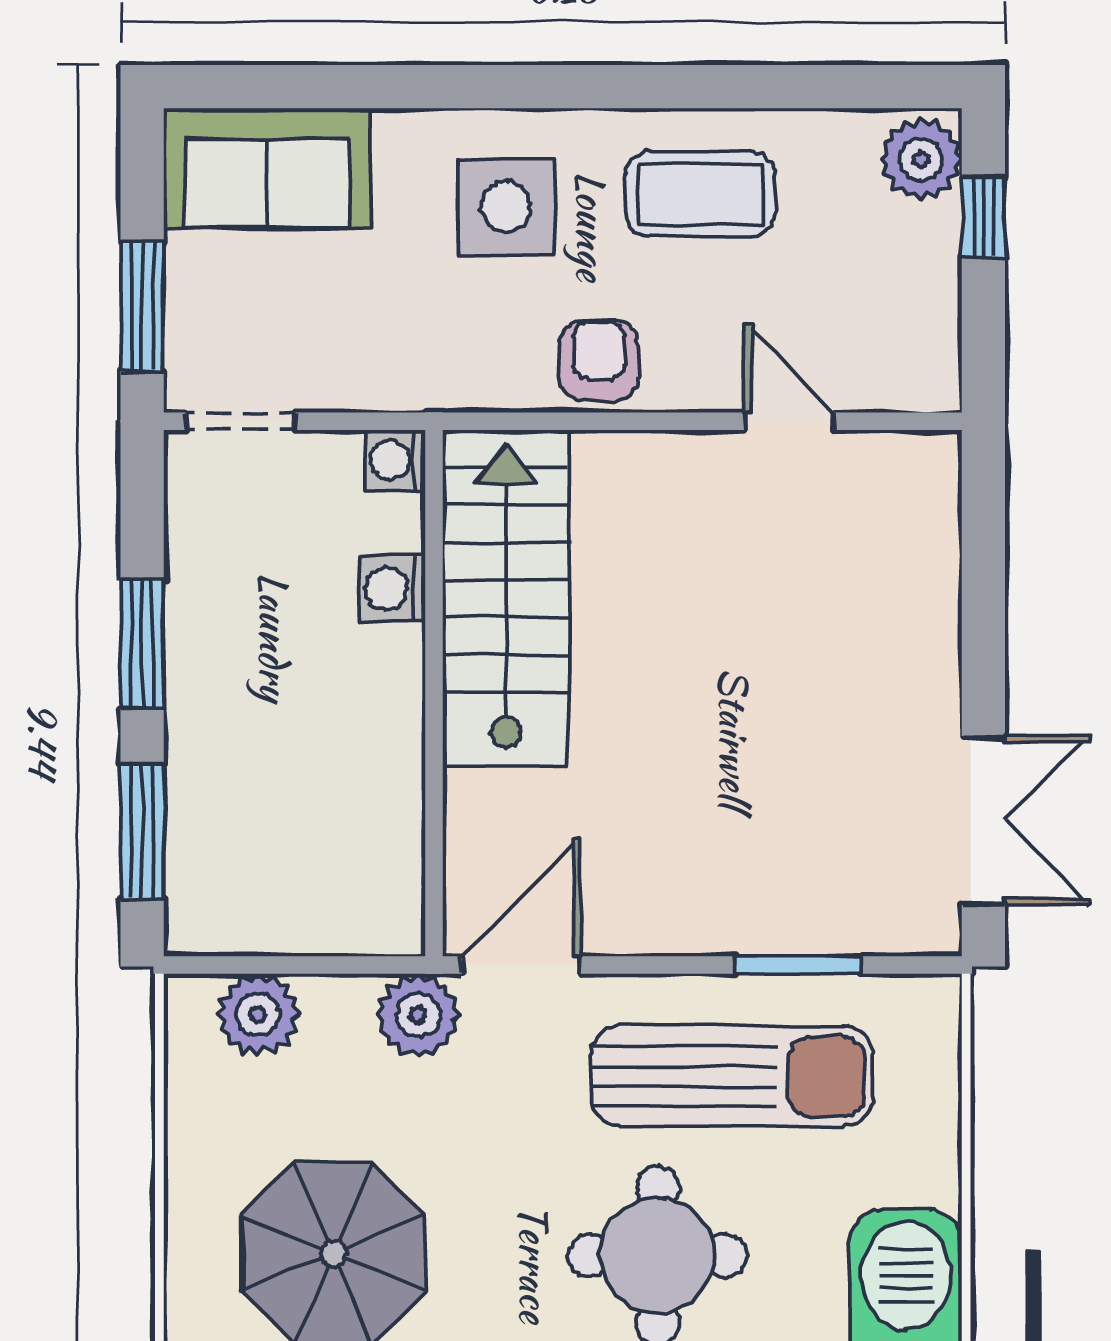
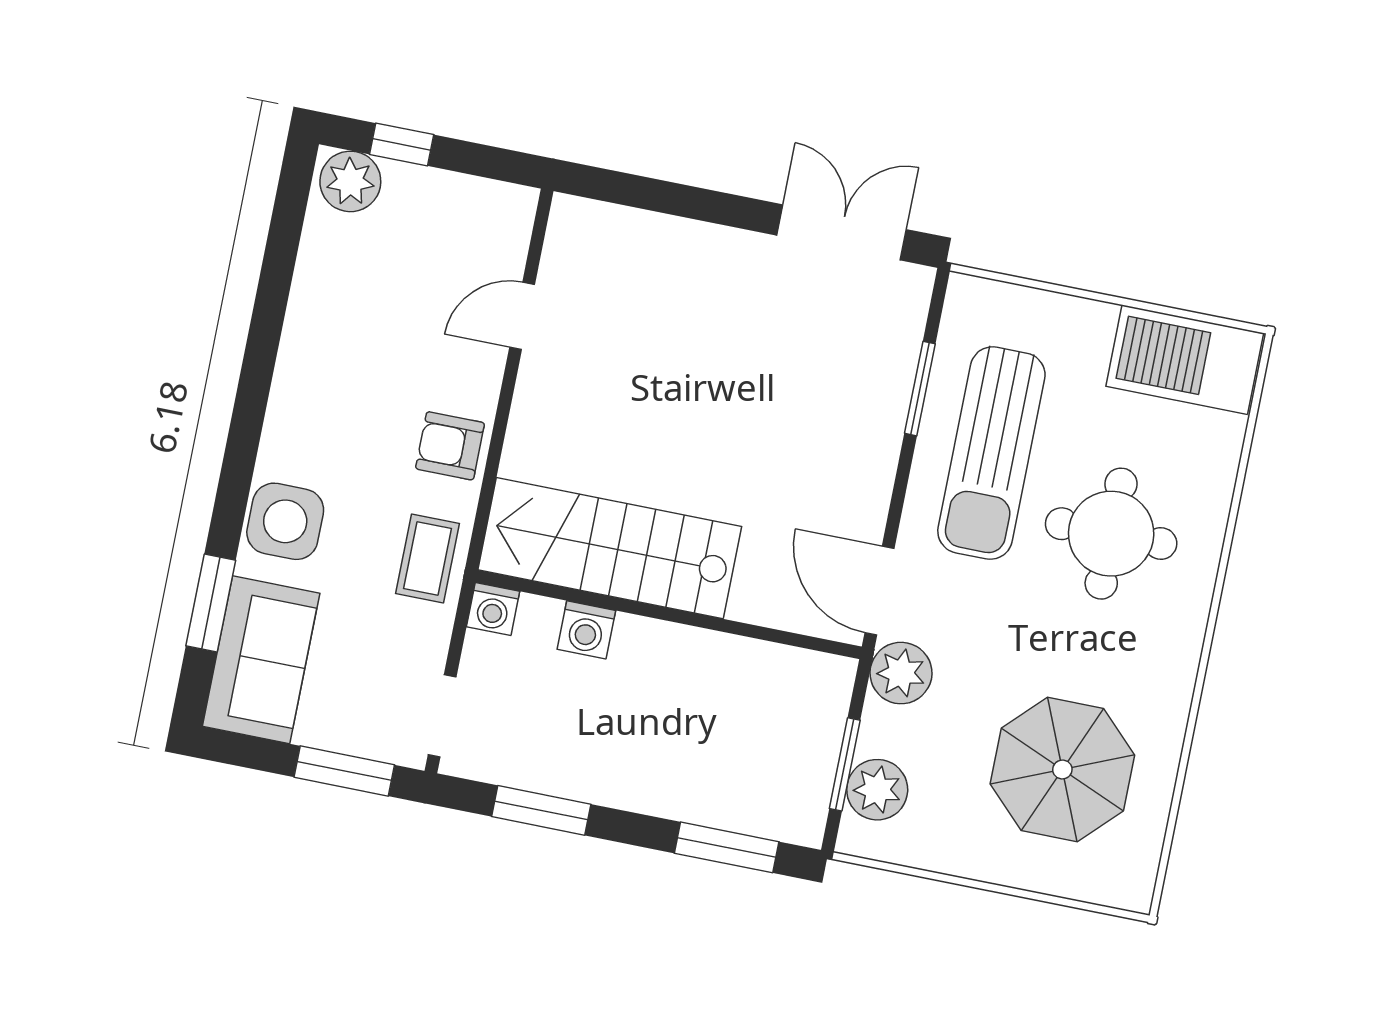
window: (328, 87) -> (211, 603), added
coffee table: (700, 194) -> (428, 558), moved, width x0.73, depth x0.77
side table: (506, 207) -> (285, 521), moved
window: (142, 643) -> (541, 810), moved
window: (283, 965) -> (845, 764), added
sun lounger: (732, 1076) -> (991, 453), turned 180

